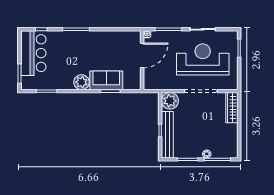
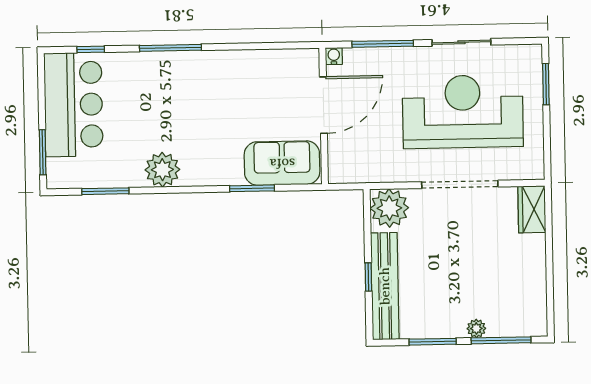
sofa: (106, 80) -> (282, 163), moved
plant: (82, 82) -> (162, 170), moved
wardrobe: (232, 108) -> (532, 209), width x0.67

